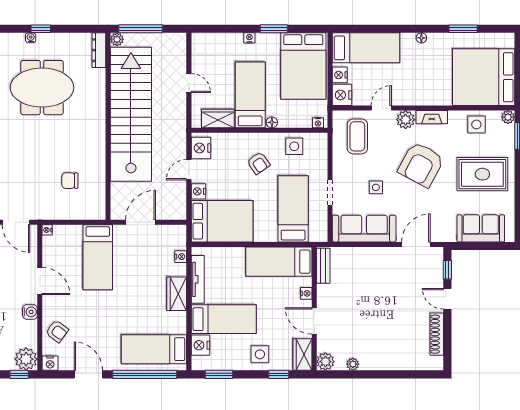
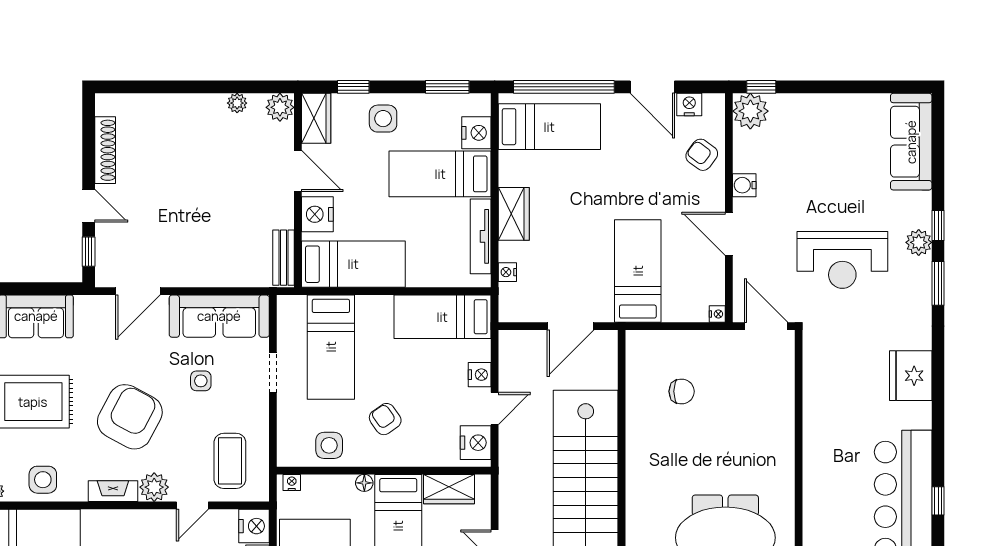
bed: (222, 221) -> (442, 317), width x0.67
nightstand: (306, 293) -> (317, 214), width x1.89, depth x1.79
nightstand: (50, 363) -> (689, 105), moved

